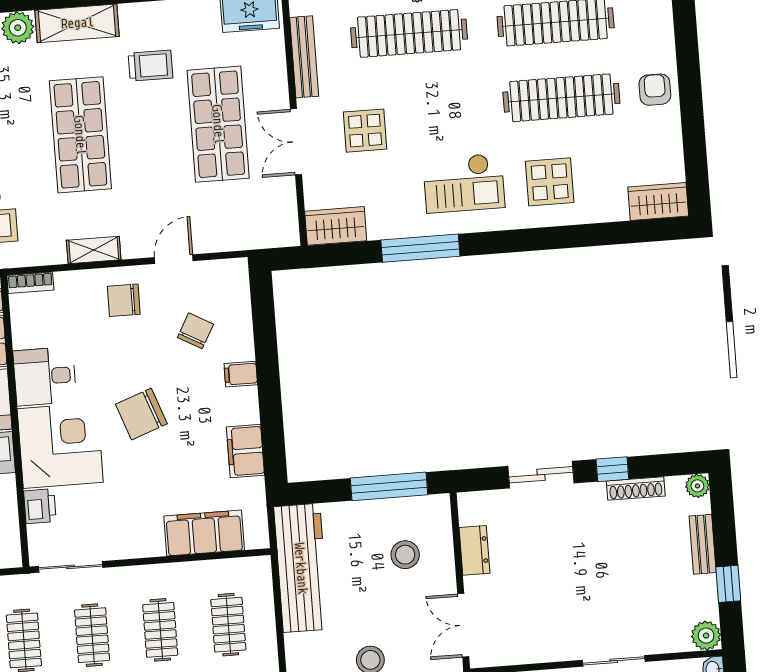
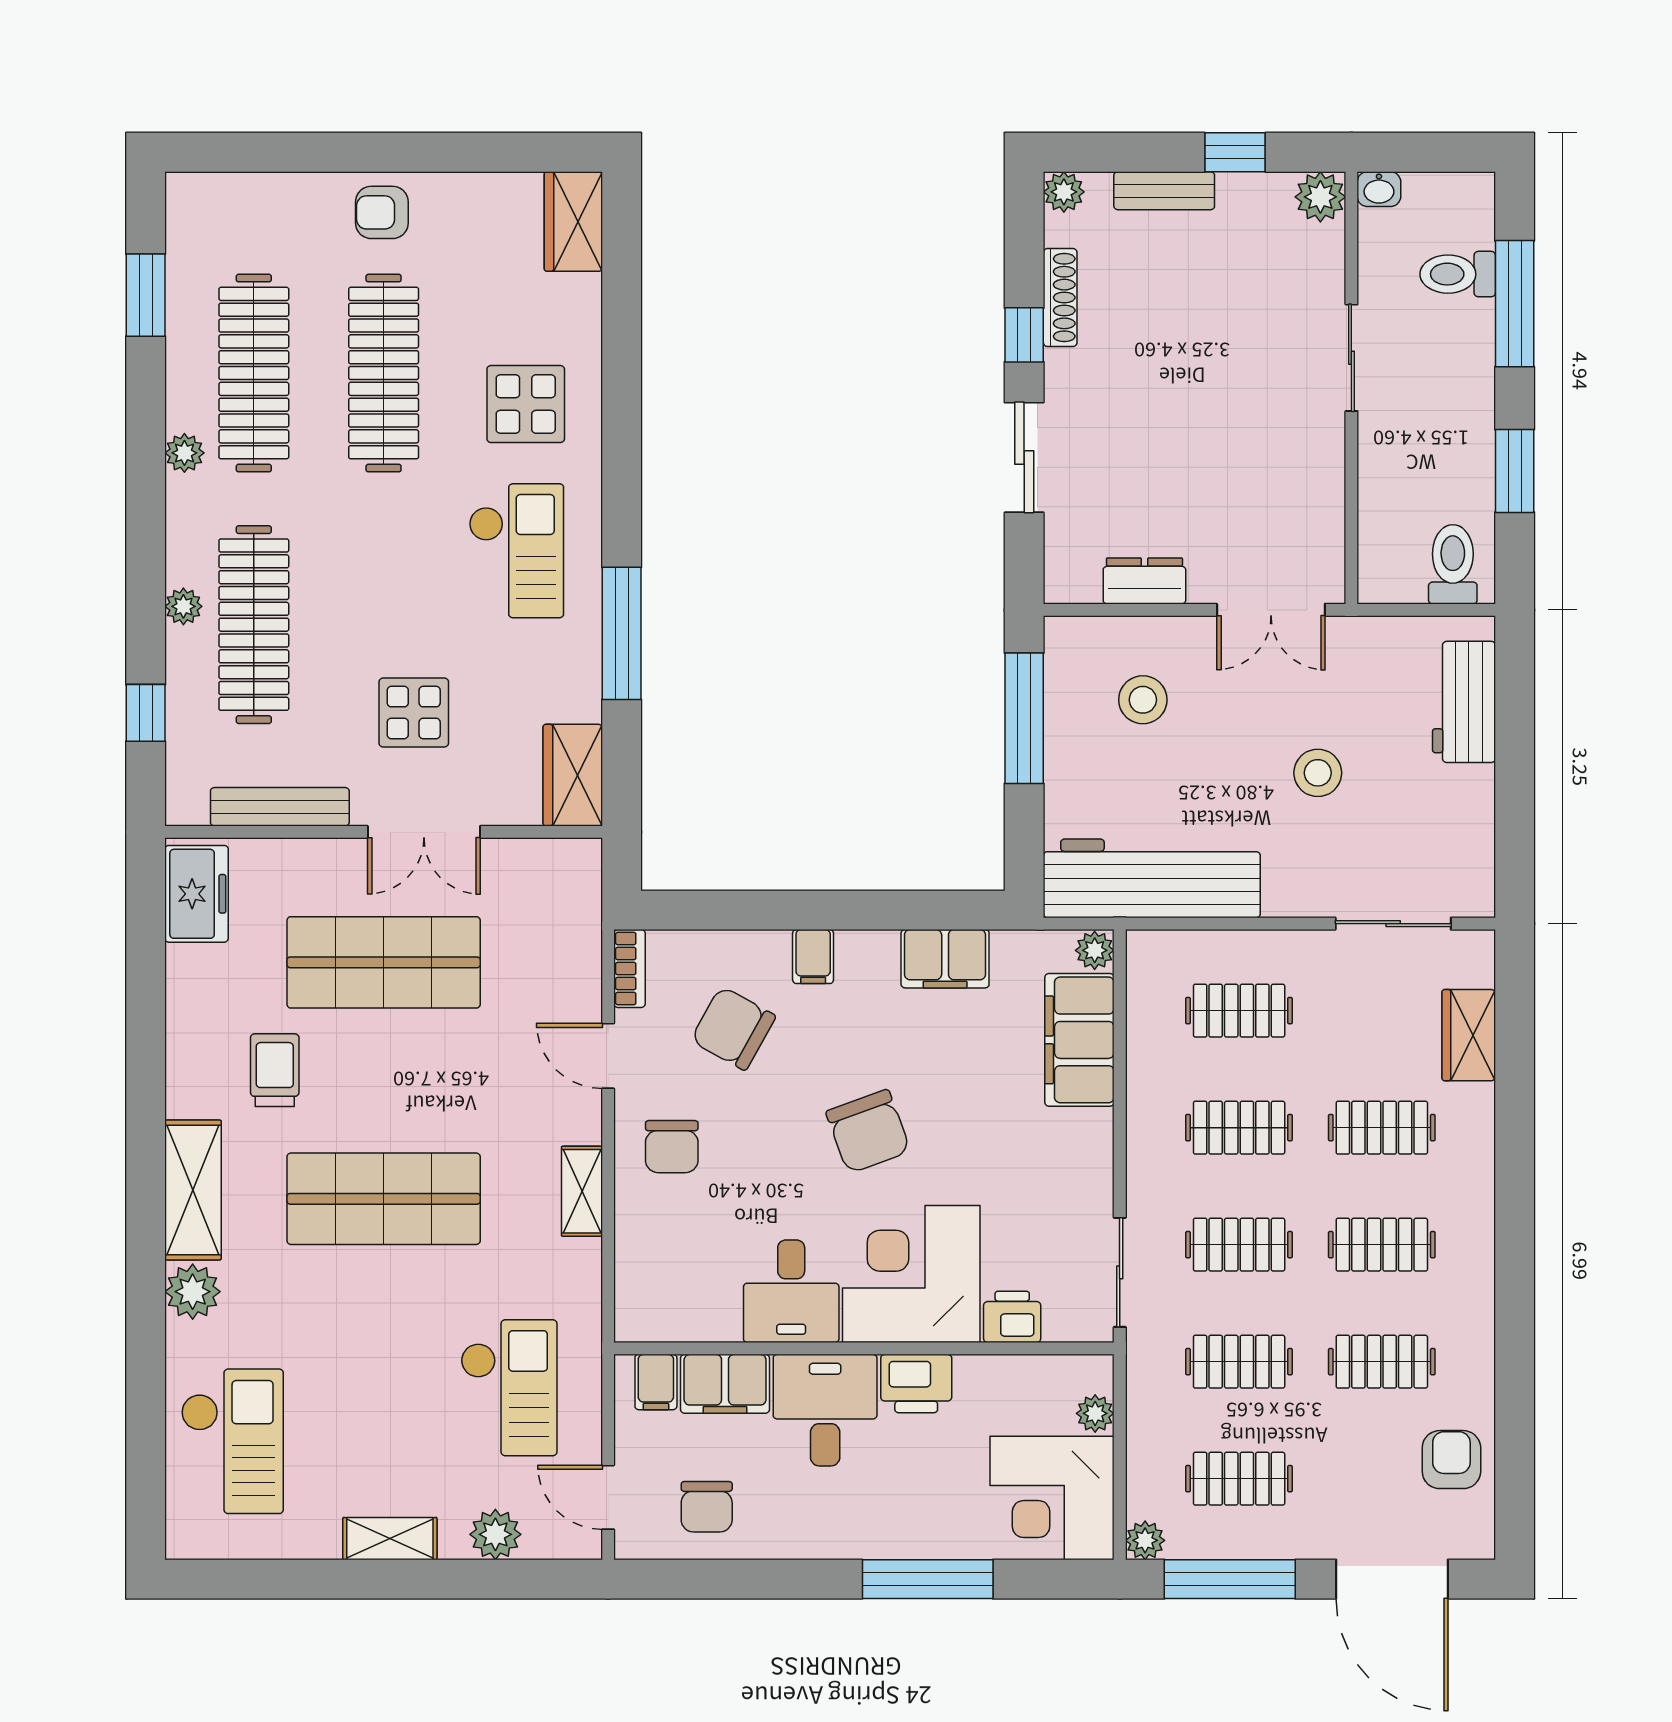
bookcase: (30, 283) -> (629, 969), moved
chair: (195, 331) -> (733, 1028), width x1.37, depth x1.37
plant: (257, 538) -> (1095, 950), added

